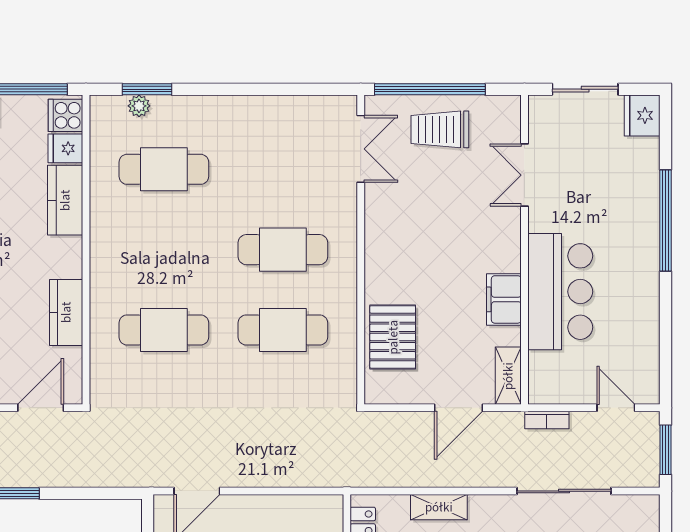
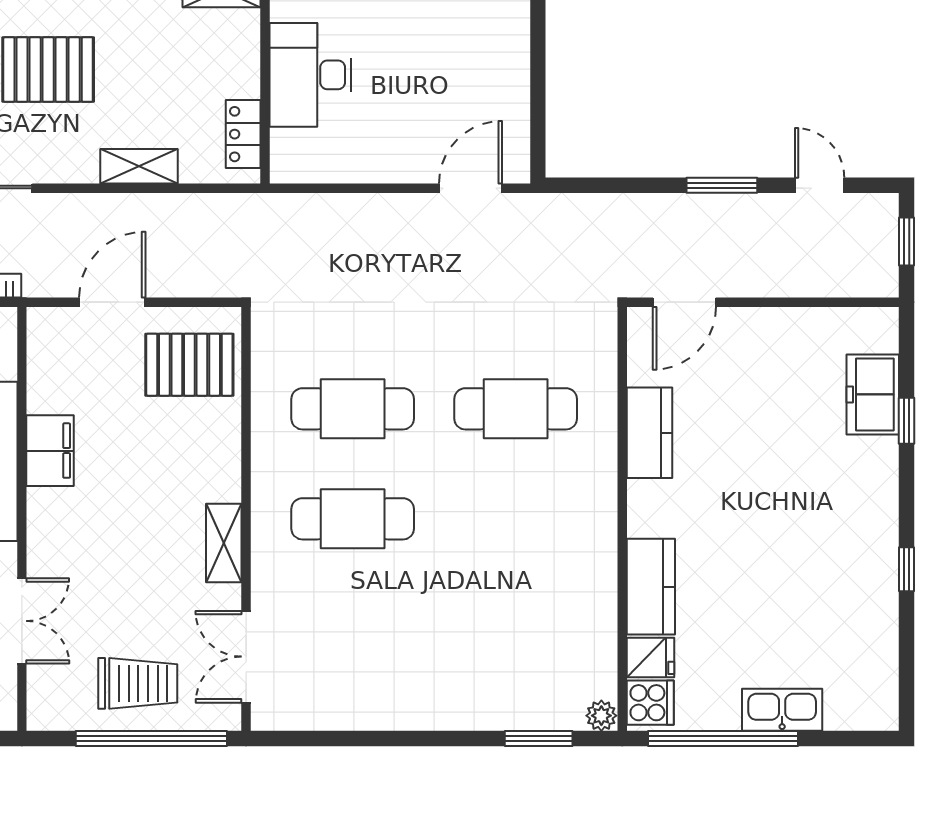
plant: (139, 106) -> (601, 716), moved
cafe table: (164, 169) -> (516, 629), removed
pallet: (393, 337) -> (189, 365), moved, turned 90
shelving: (508, 376) -> (224, 543), moved

